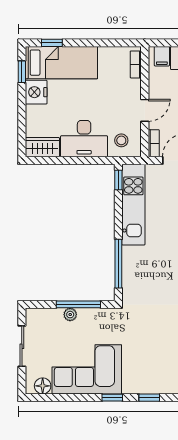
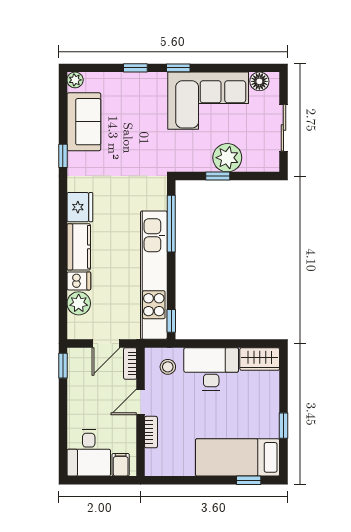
bookcase: (136, 64) -> (151, 432), moved
window: (22, 72) -> (283, 426), moved
nightstand: (36, 92) -> (267, 423), removed
kitchen unit: (133, 205) -> (154, 275), width x1.36
window: (78, 304) -> (218, 176), width x0.46
plant: (70, 315) -> (227, 158), width x1.87, depth x1.87

